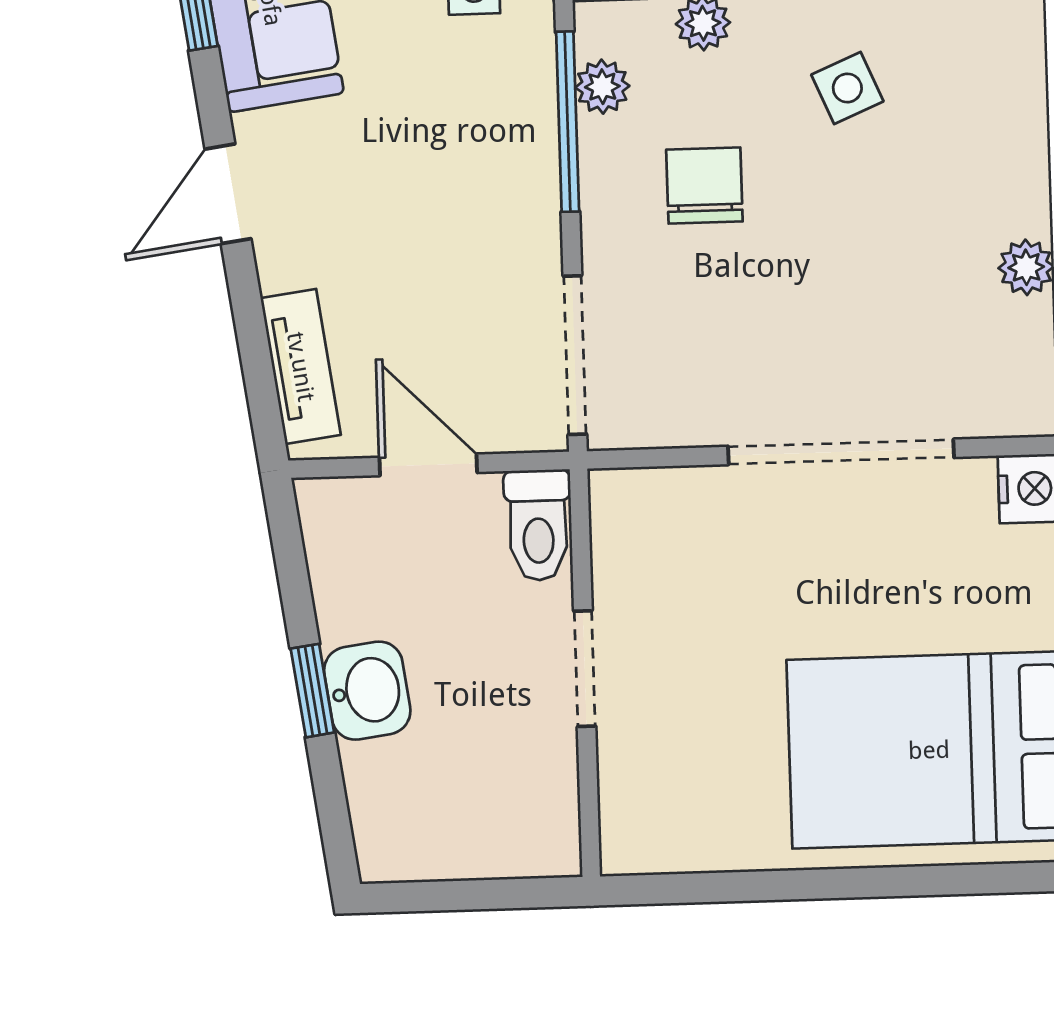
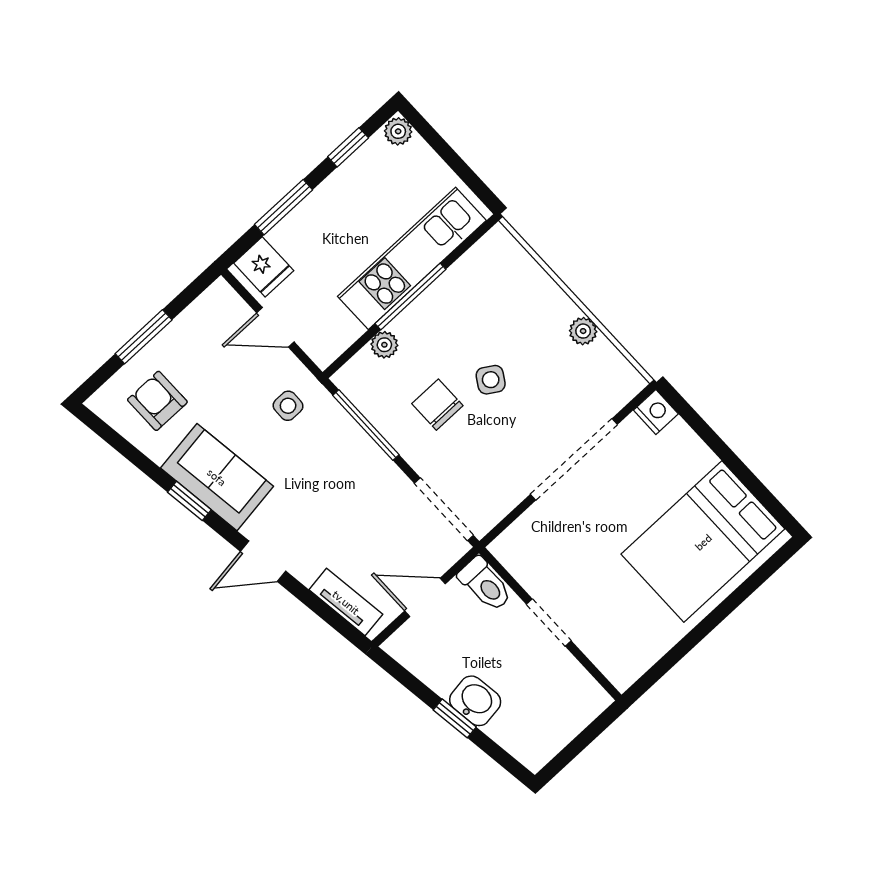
plant: (602, 87) -> (367, 401), removed
side table: (847, 88) -> (491, 380), moved, turned -35
door: (228, 194) -> (263, 561), hinge flipped

